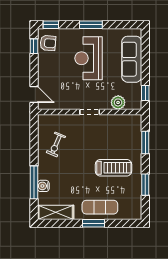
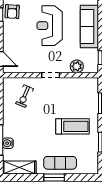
armchair: (48, 43) -> (12, 12), turned 88
exercise bike: (56, 144) -> (25, 96), moved

